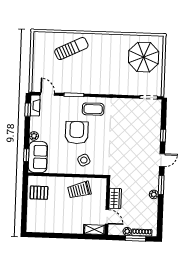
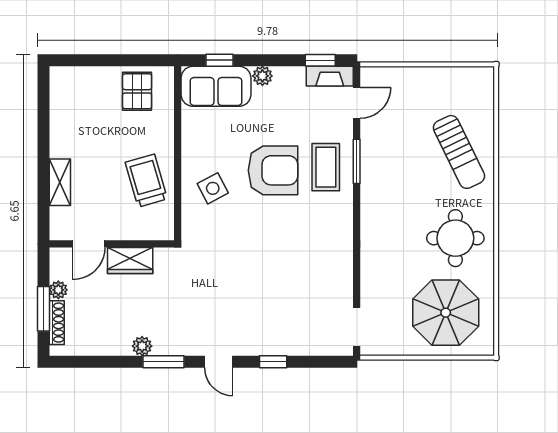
round table: (110, 51) -> (455, 238), added
coffee table: (93, 109) -> (326, 167), moved
shelving: (94, 229) -> (60, 182), moved

